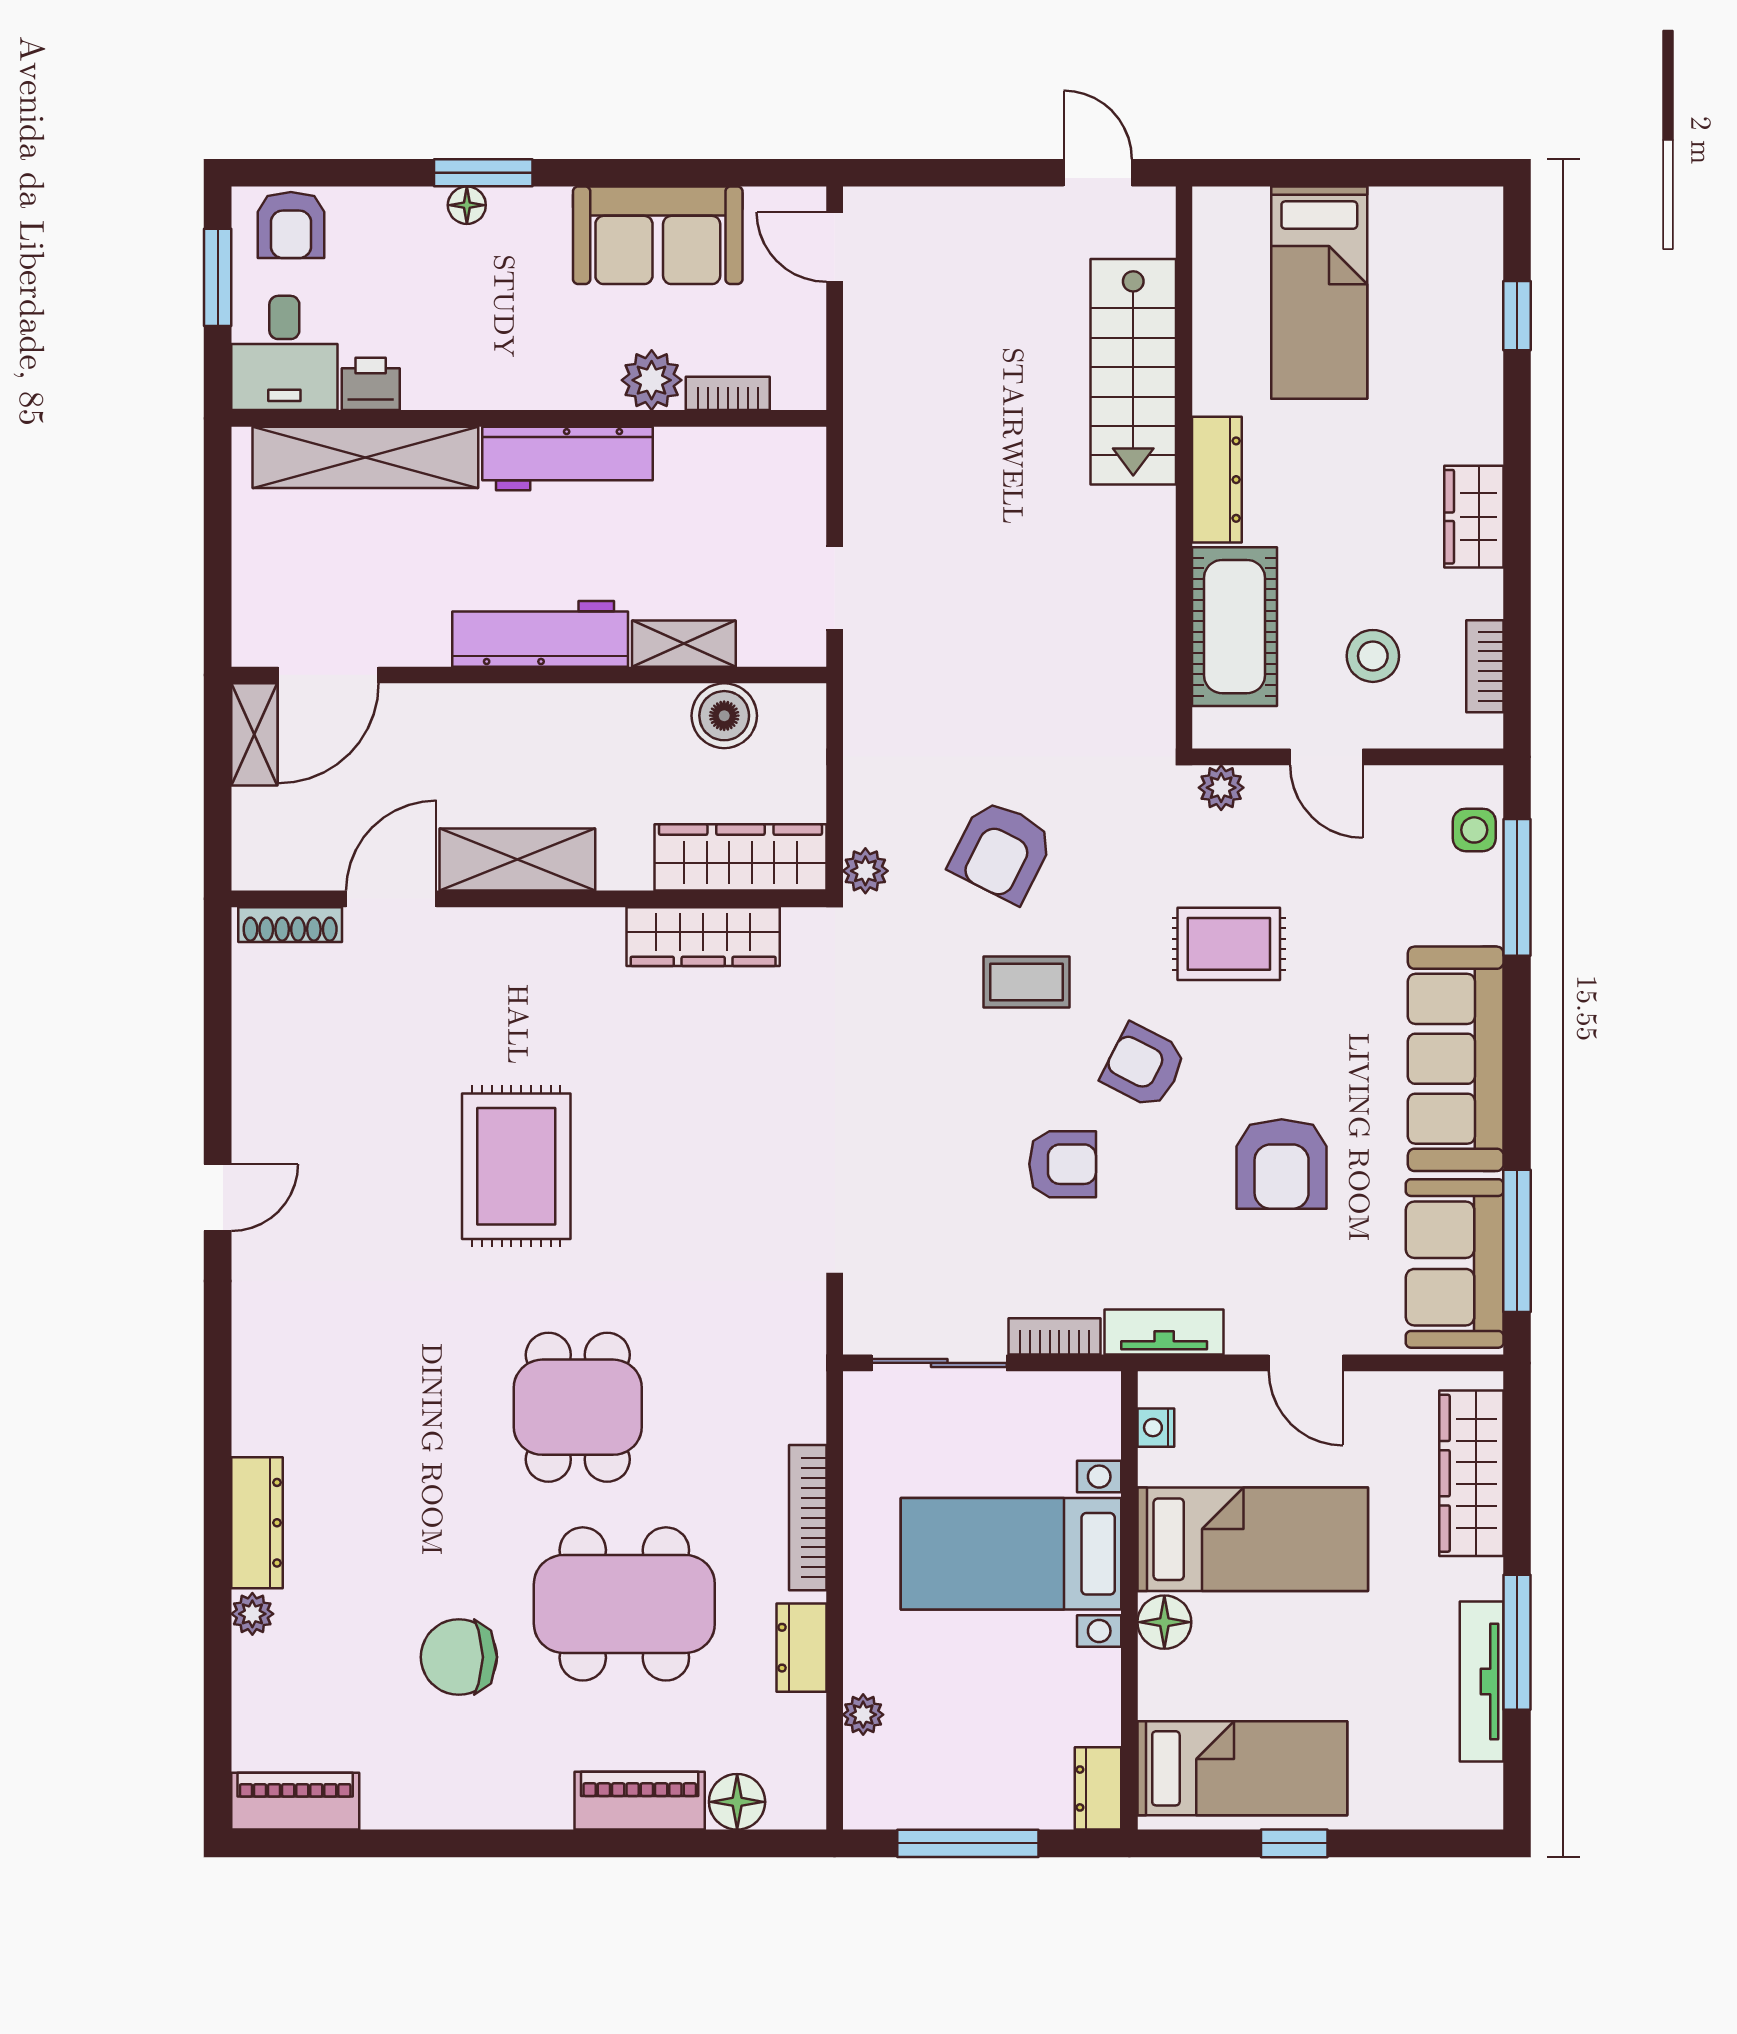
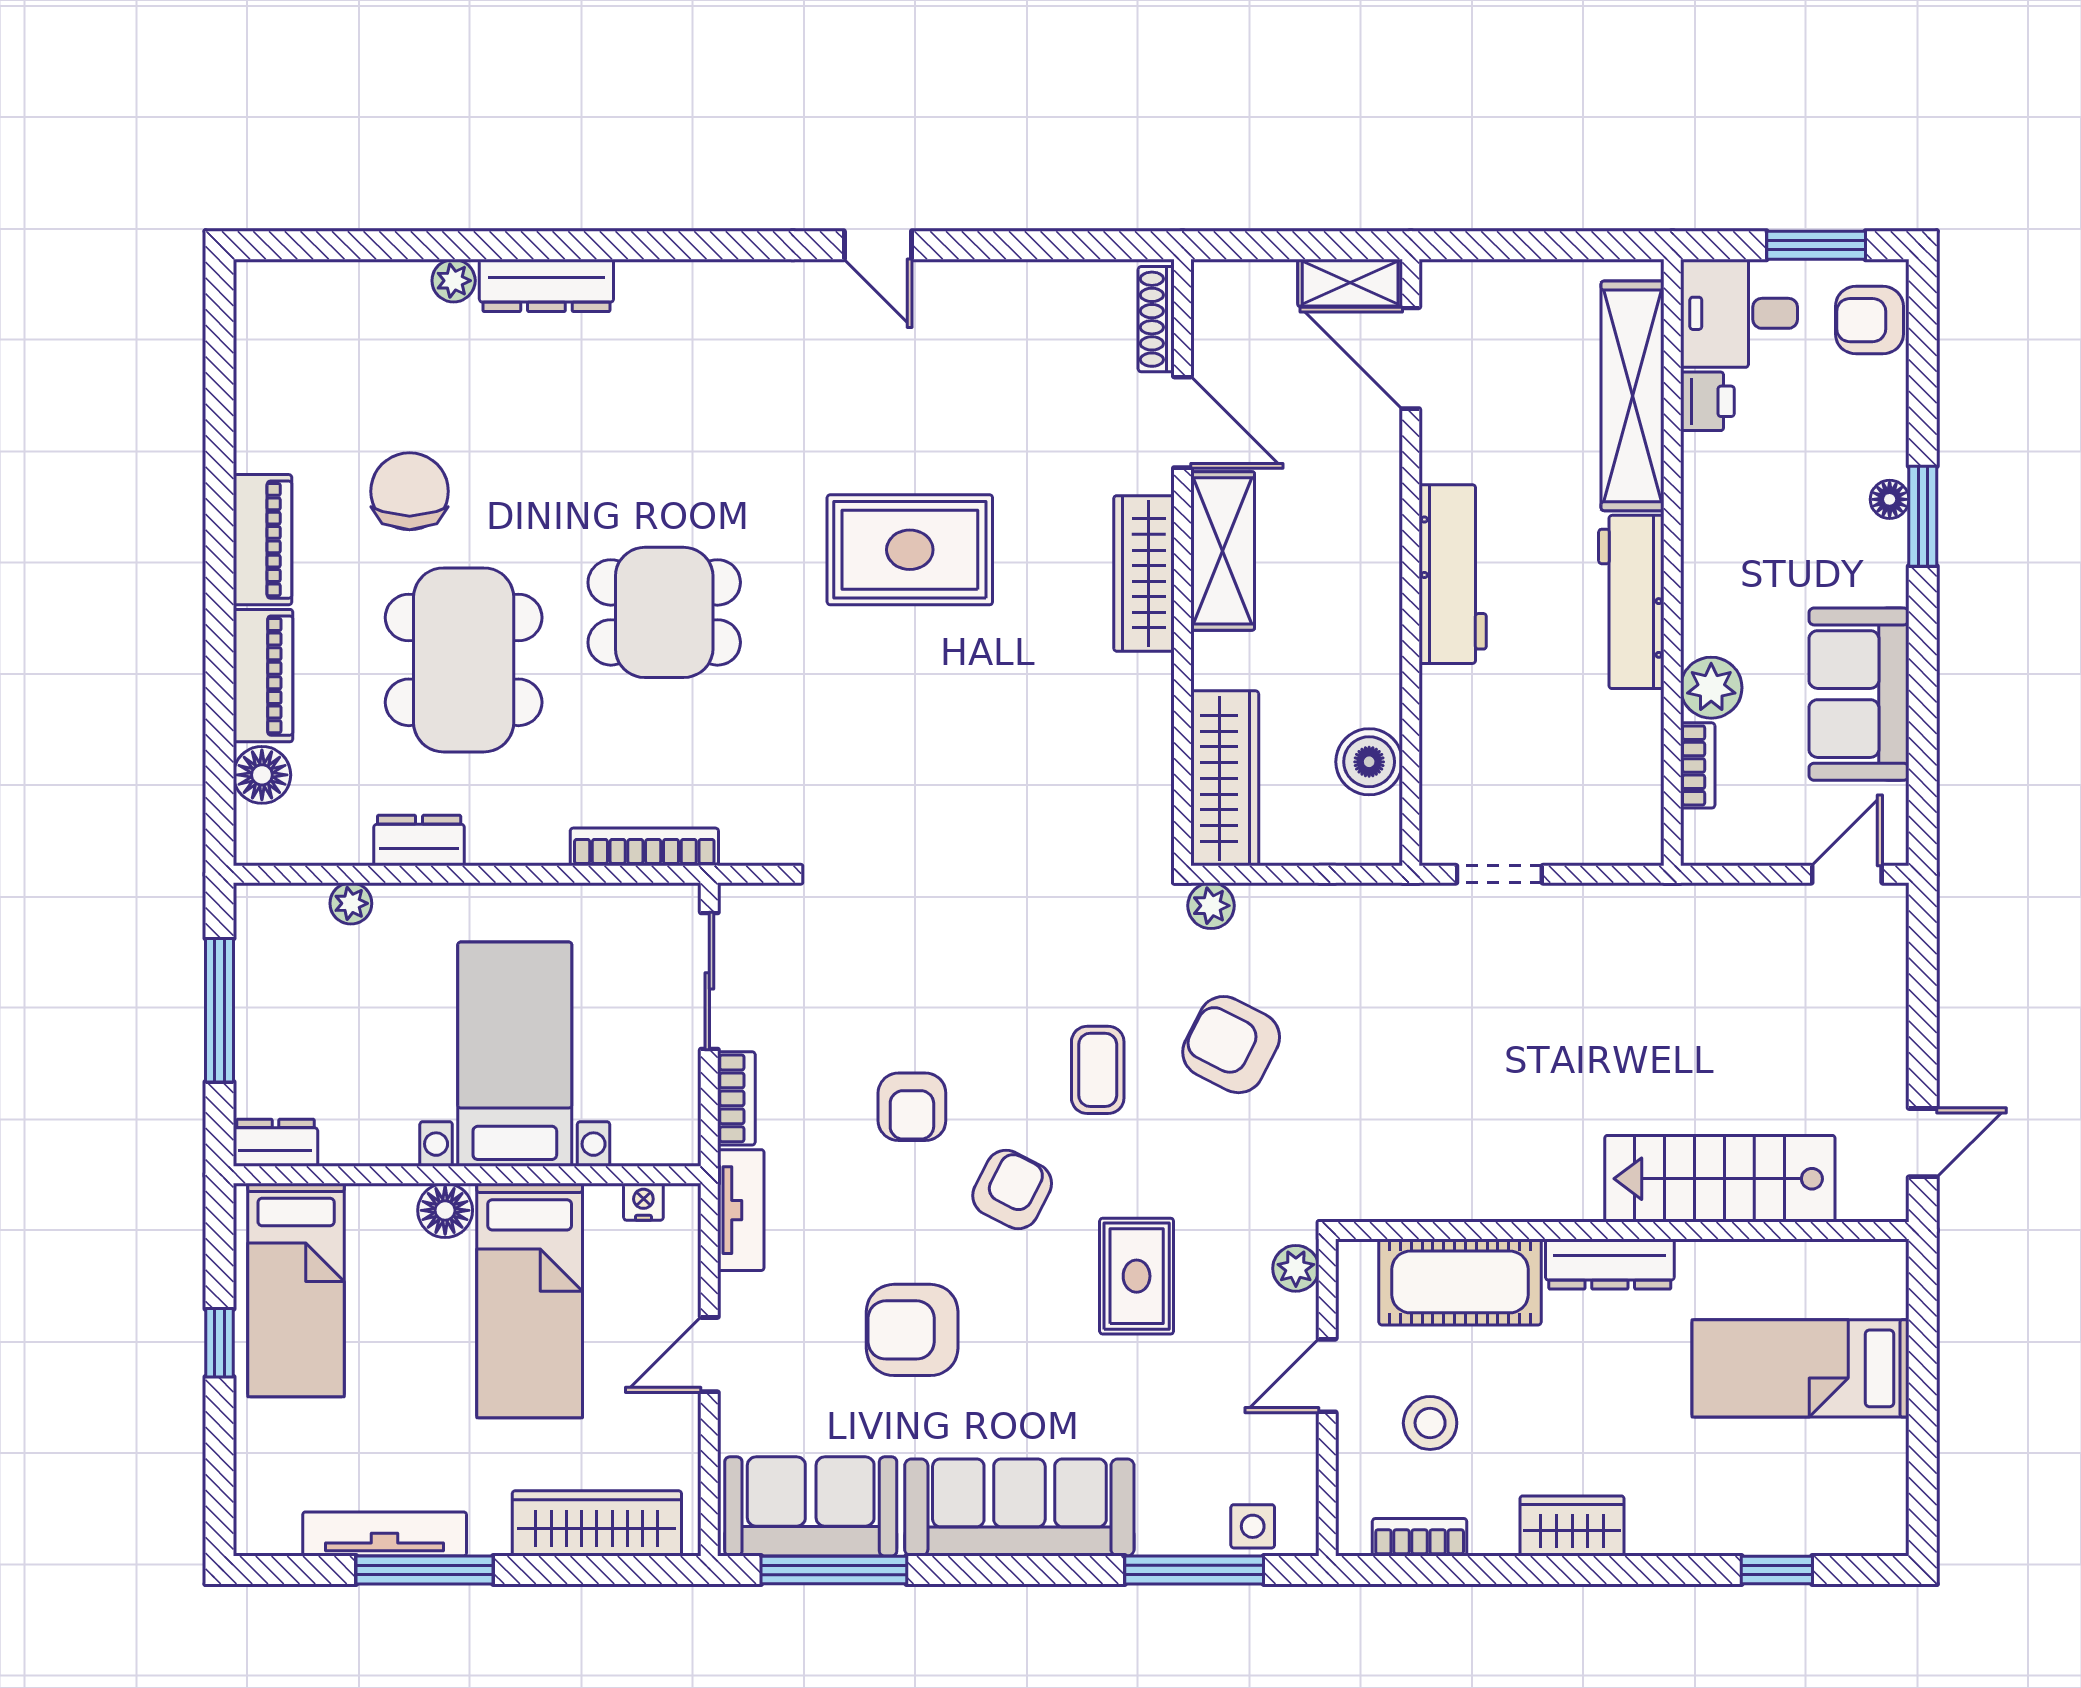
shelving: (684, 644) -> (1443, 721), removed
wardrobe: (703, 937) -> (1144, 573), moved
bookcase: (808, 1518) -> (644, 847), moved
piano: (295, 1801) -> (263, 540), moved

